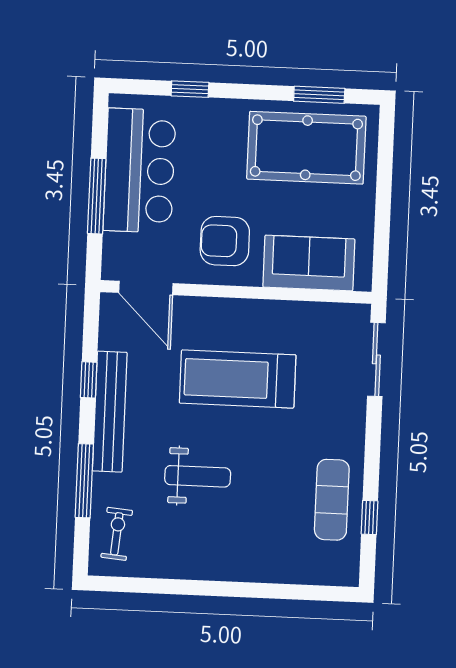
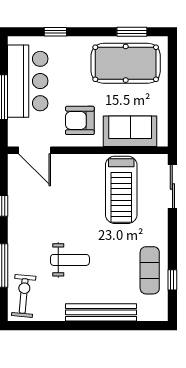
treadmill: (238, 379) -> (121, 190), moved, turned -90
bench: (110, 412) -> (101, 312), moved, turned 90
exercise bike: (117, 534) -> (24, 296), width x1.38, depth x1.39

